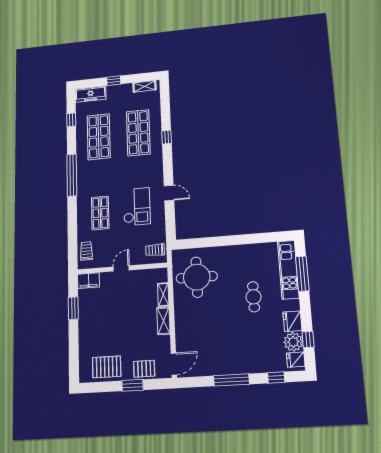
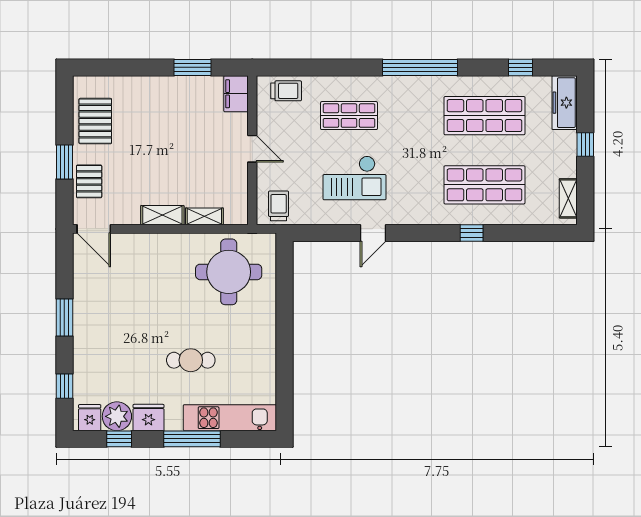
window: (302, 274) -> (192, 439), moved
window: (231, 380) -> (64, 317), width x0.69

